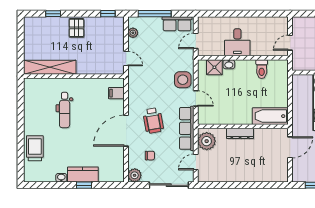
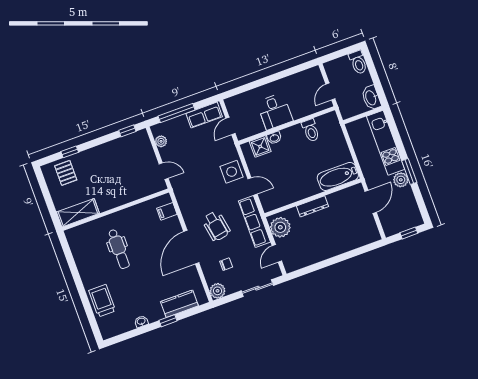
pallet: (76, 28) -> (66, 173), moved
shelving: (50, 67) -> (78, 213), width x0.68
kitchen counter: (83, 174) -> (179, 304), moved
sliding door: (169, 185) -> (257, 288), width x0.73

